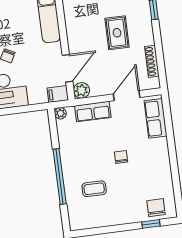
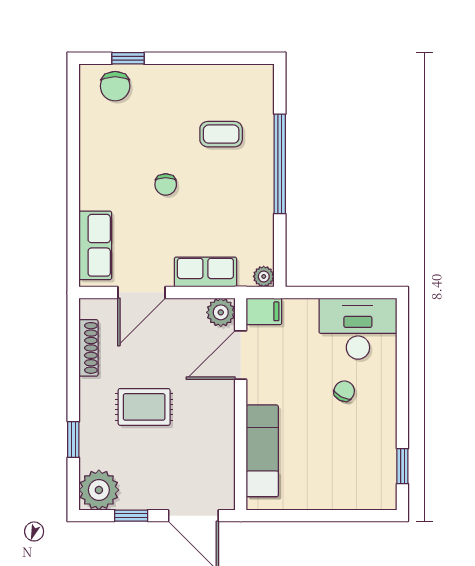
rug: (117, 33) -> (144, 407), turned 90

